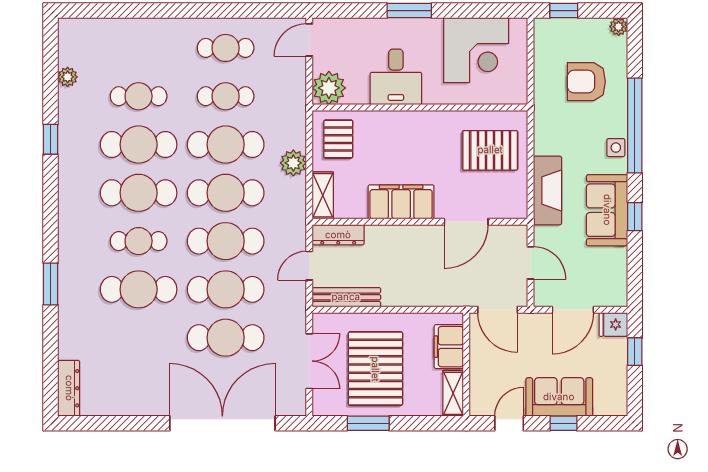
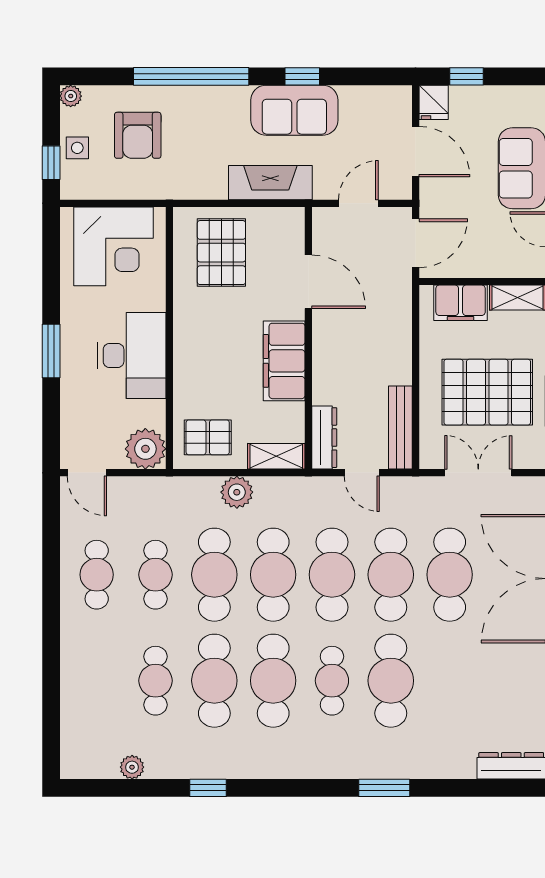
corner desk: (476, 50) -> (114, 246), moved, turned 90
desk: (396, 77) -> (132, 355), width x1.37
side table: (616, 148) -> (77, 148), moved

